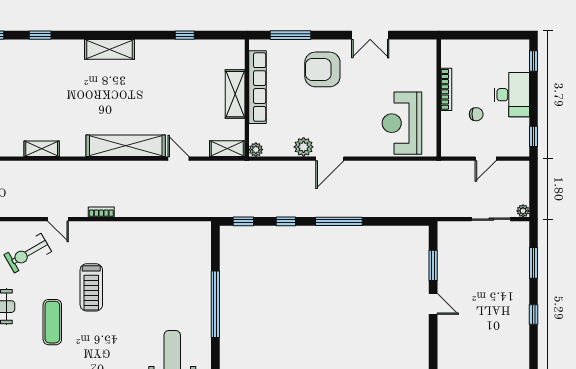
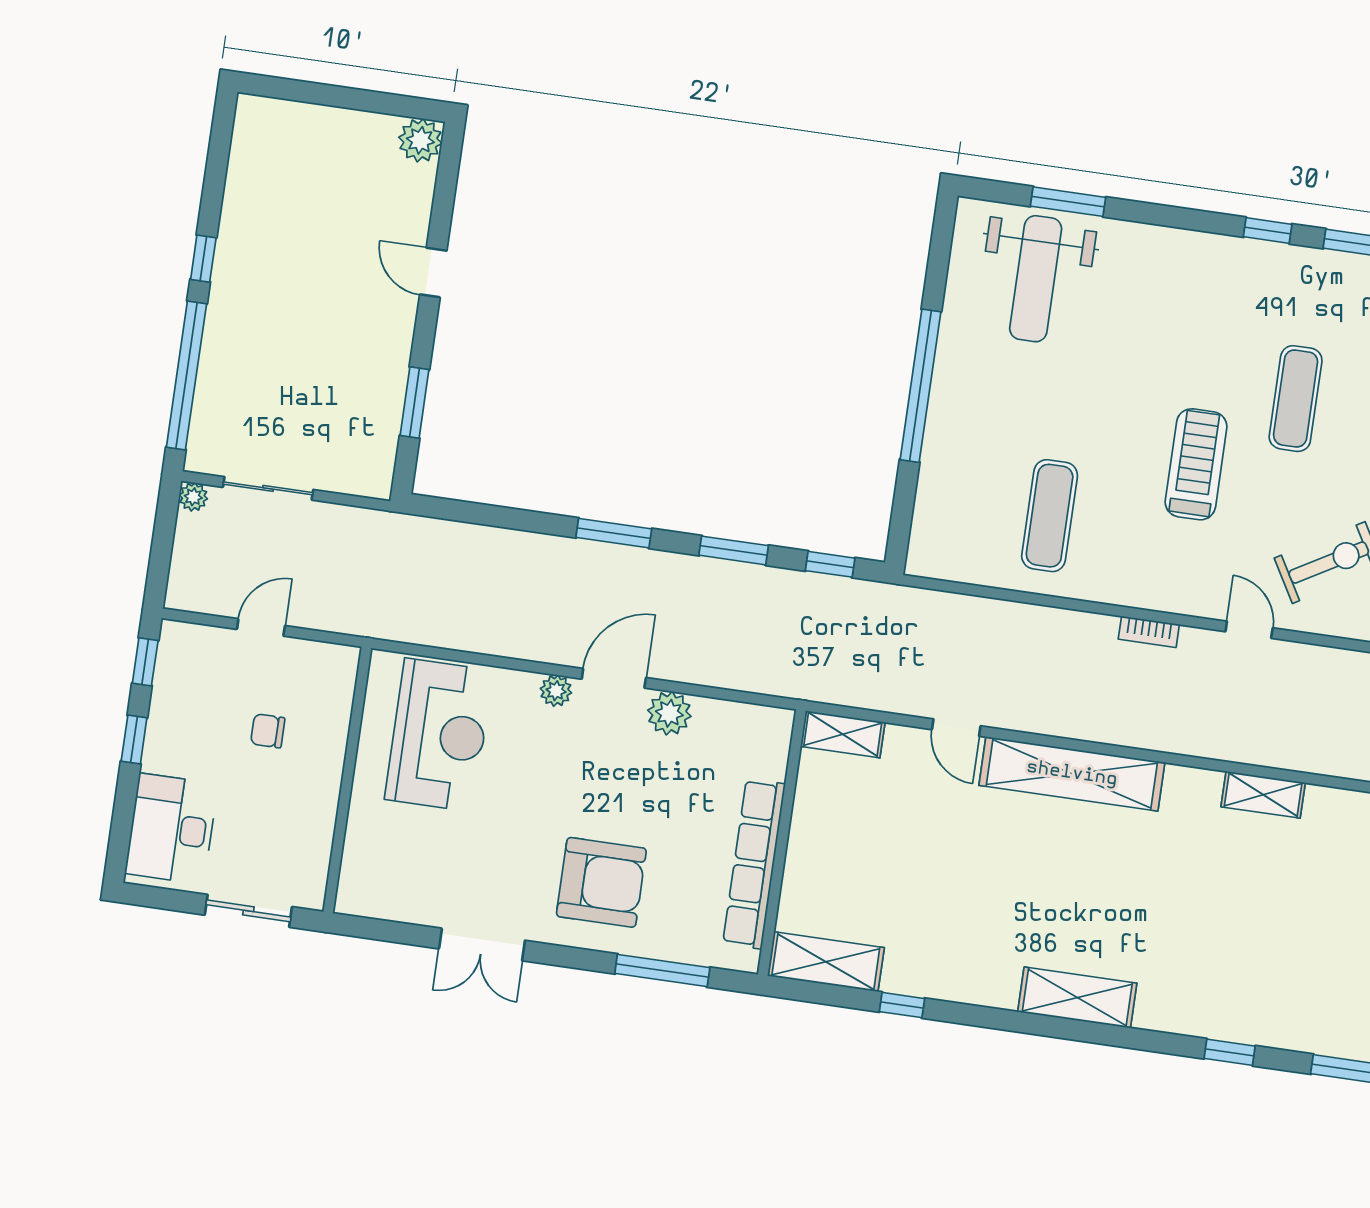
double door: (370, 35) -> (482, 945), swing flipped
sliding door: (473, 35) -> (248, 911), added
window: (534, 61) -> (134, 740), moved
bookcase: (446, 89) -> (328, 797), removed
shelving: (235, 94) -> (826, 962), moved, turned 90
desk: (512, 95) -> (171, 829), moved
plant: (256, 150) -> (556, 691), moved
window: (286, 221) -> (734, 550), width x1.50
window: (339, 221) -> (614, 533), width x0.69
exercise mat: (151, 256) -> (1050, 516), added
window: (534, 263) -> (186, 375), width x2.11
door: (433, 304) -> (433, 273), moved

